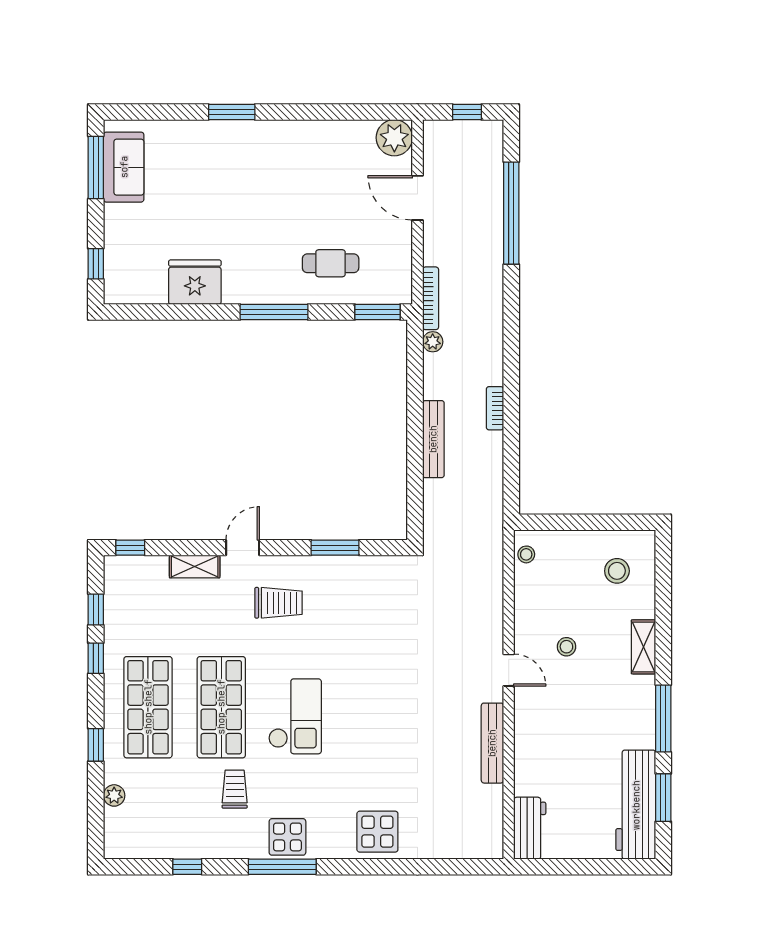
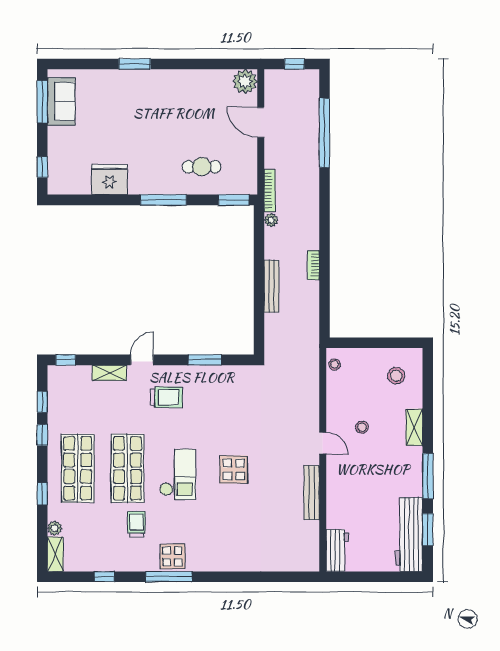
display table: (377, 832) -> (234, 470), moved
shelving: (115, 834) -> (55, 554), added

